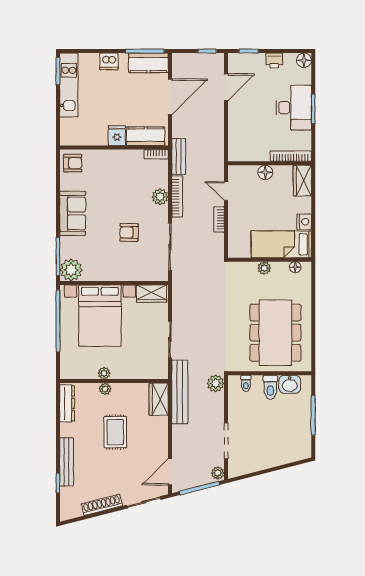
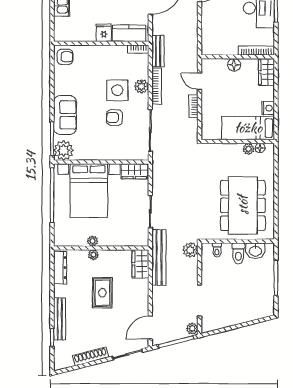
side table: (132, 201) -> (117, 90), added
sofa: (73, 213) -> (65, 115), moved
plant: (264, 268) -> (248, 149), moved

